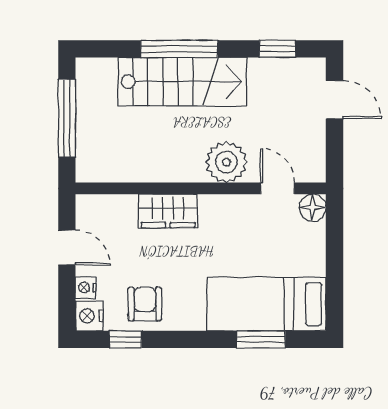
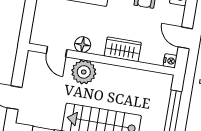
floor lamp: (313, 208) -> (83, 45), moved
nightstand: (86, 288) -> (170, 61), moved

